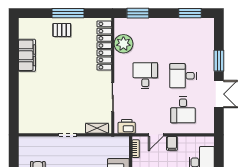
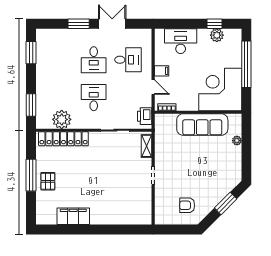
desk: (145, 76) -> (94, 98), turned 90

